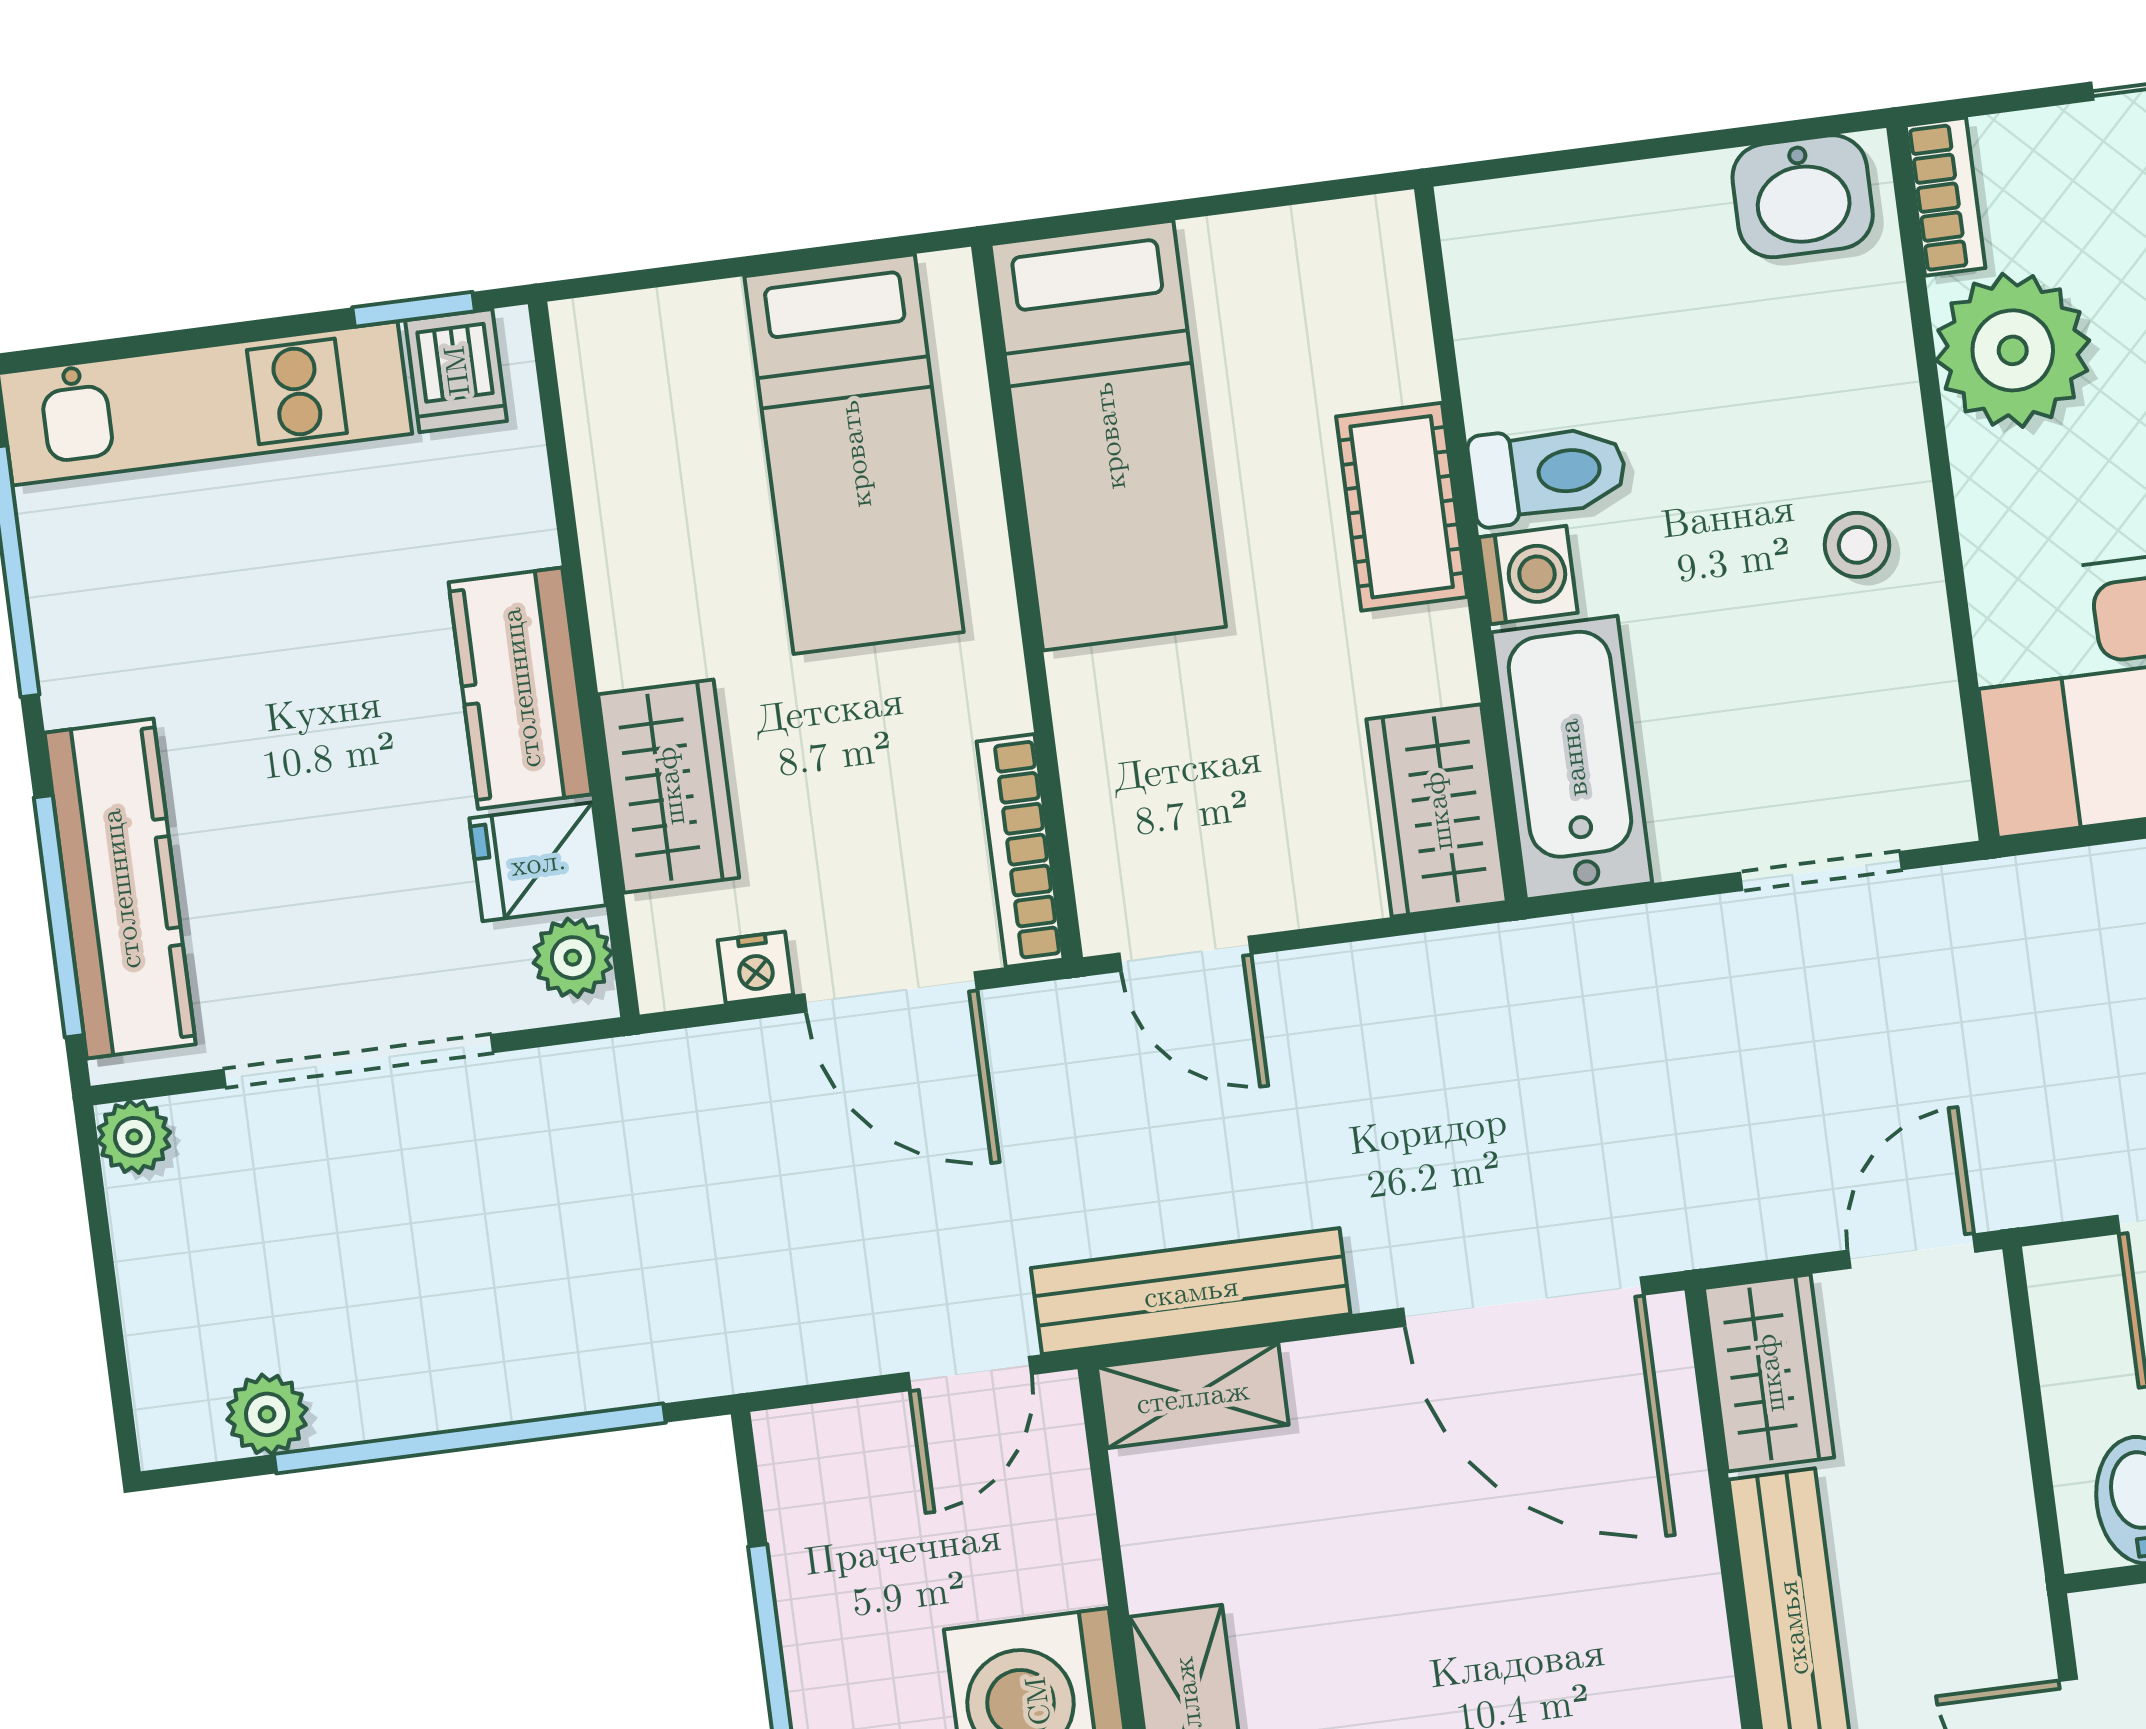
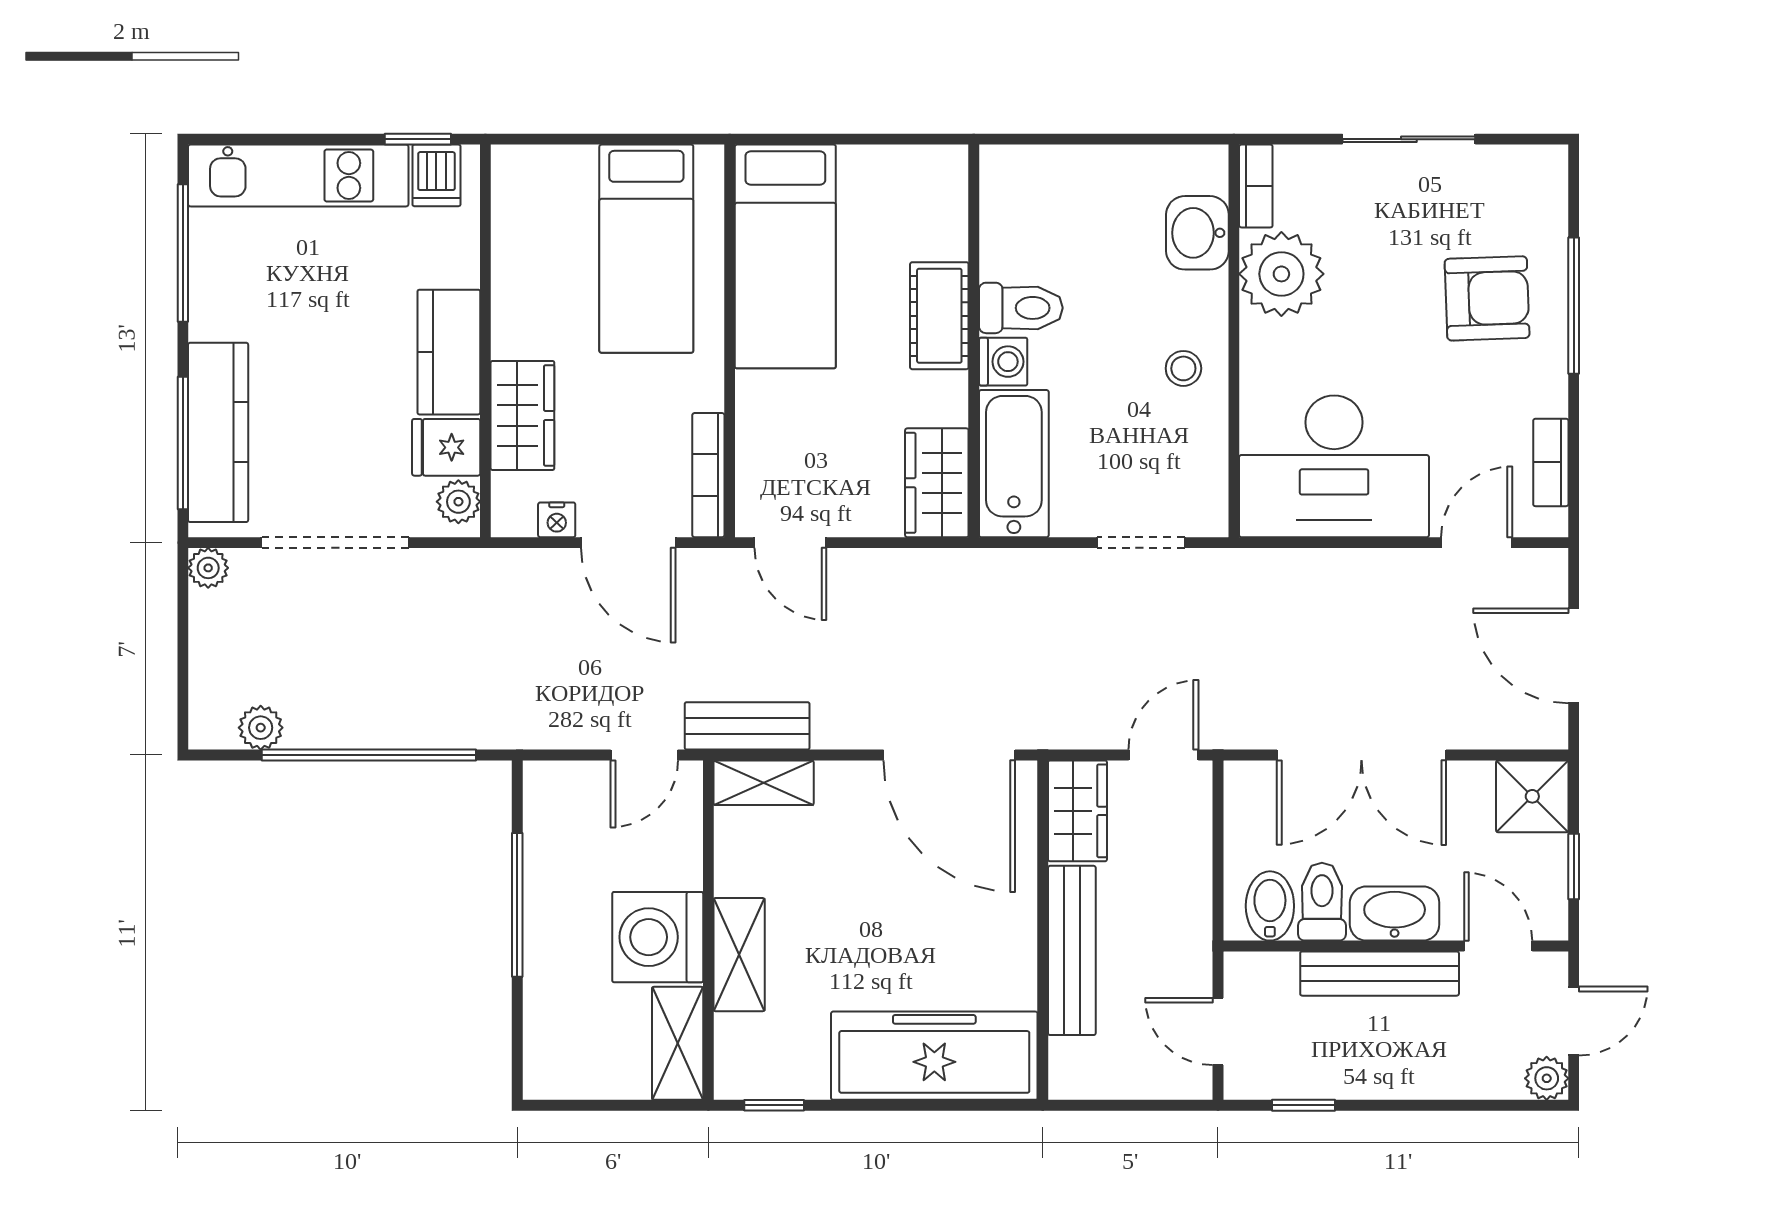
washbasin: (1803, 196) -> (1197, 233), moved, turned 90
bench: (1191, 1291) -> (747, 726), width x0.73

